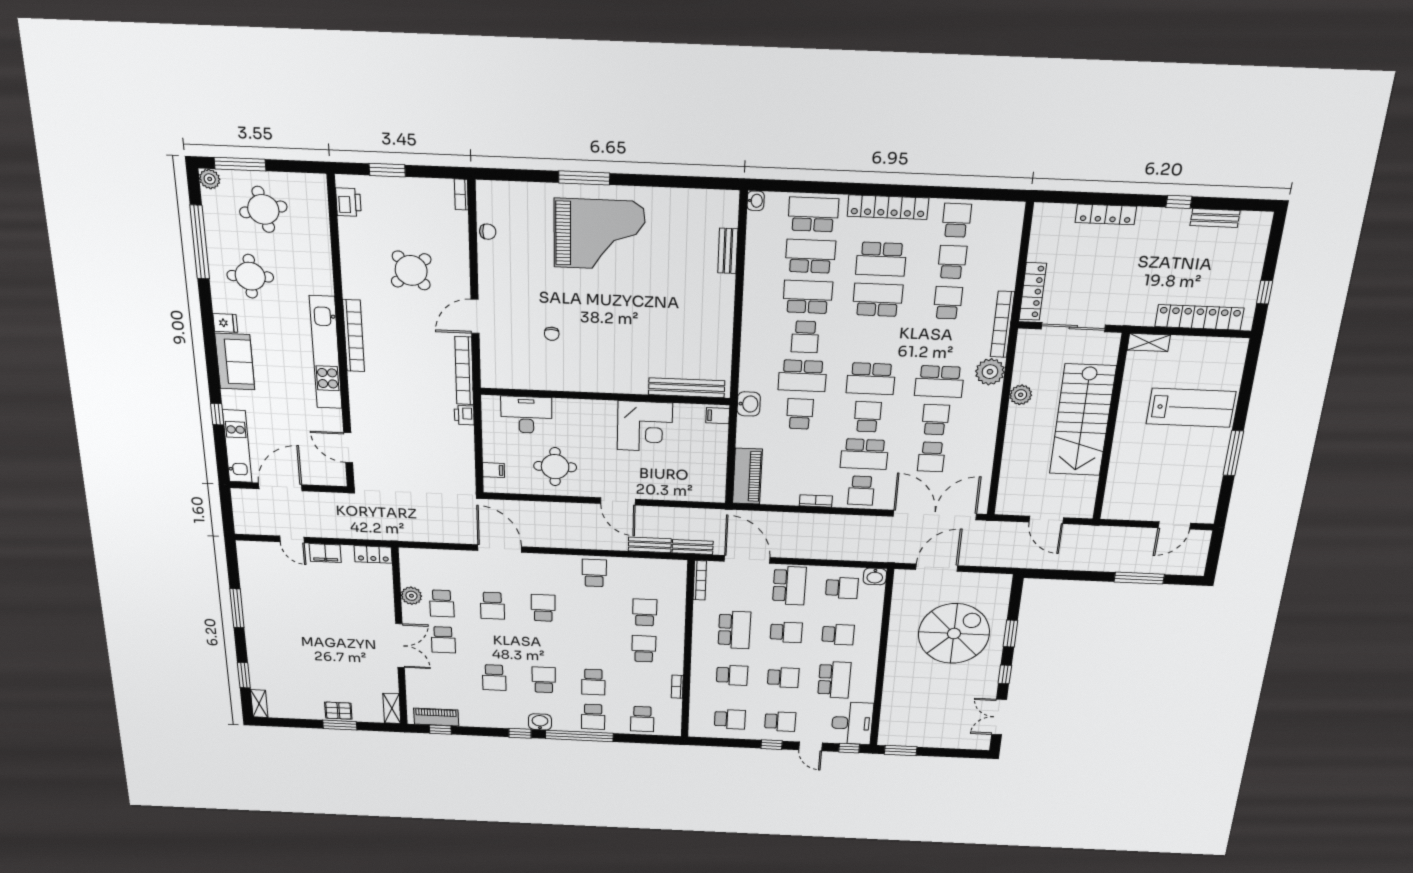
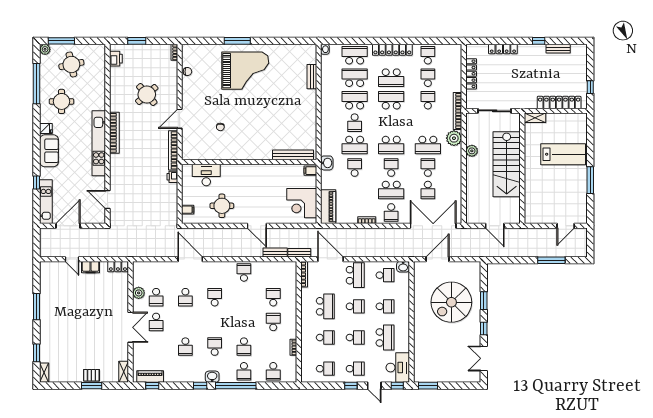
locker: (1033, 291) -> (471, 74), moved
corner desk: (645, 426) -> (302, 203), moved, turned 90
spiral stairs: (954, 634) -> (451, 302), turned 180

